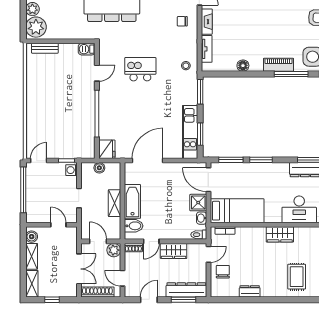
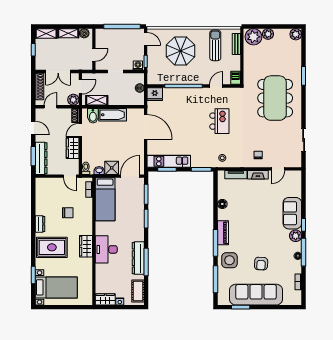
door: (97, 73) -> (216, 86), swing flipped
sun lounger: (47, 74) -> (215, 45), added
parasol: (53, 117) -> (181, 51), added
shelving: (115, 203) -> (97, 100), moved
wardrobe: (280, 234) -> (86, 246), moved
door: (151, 241) -> (80, 130), hinge flipped
chair: (223, 272) -> (68, 213), moved
rug: (297, 277) -> (52, 247), width x1.36, depth x1.43
dresser: (250, 291) -> (40, 224), moved

